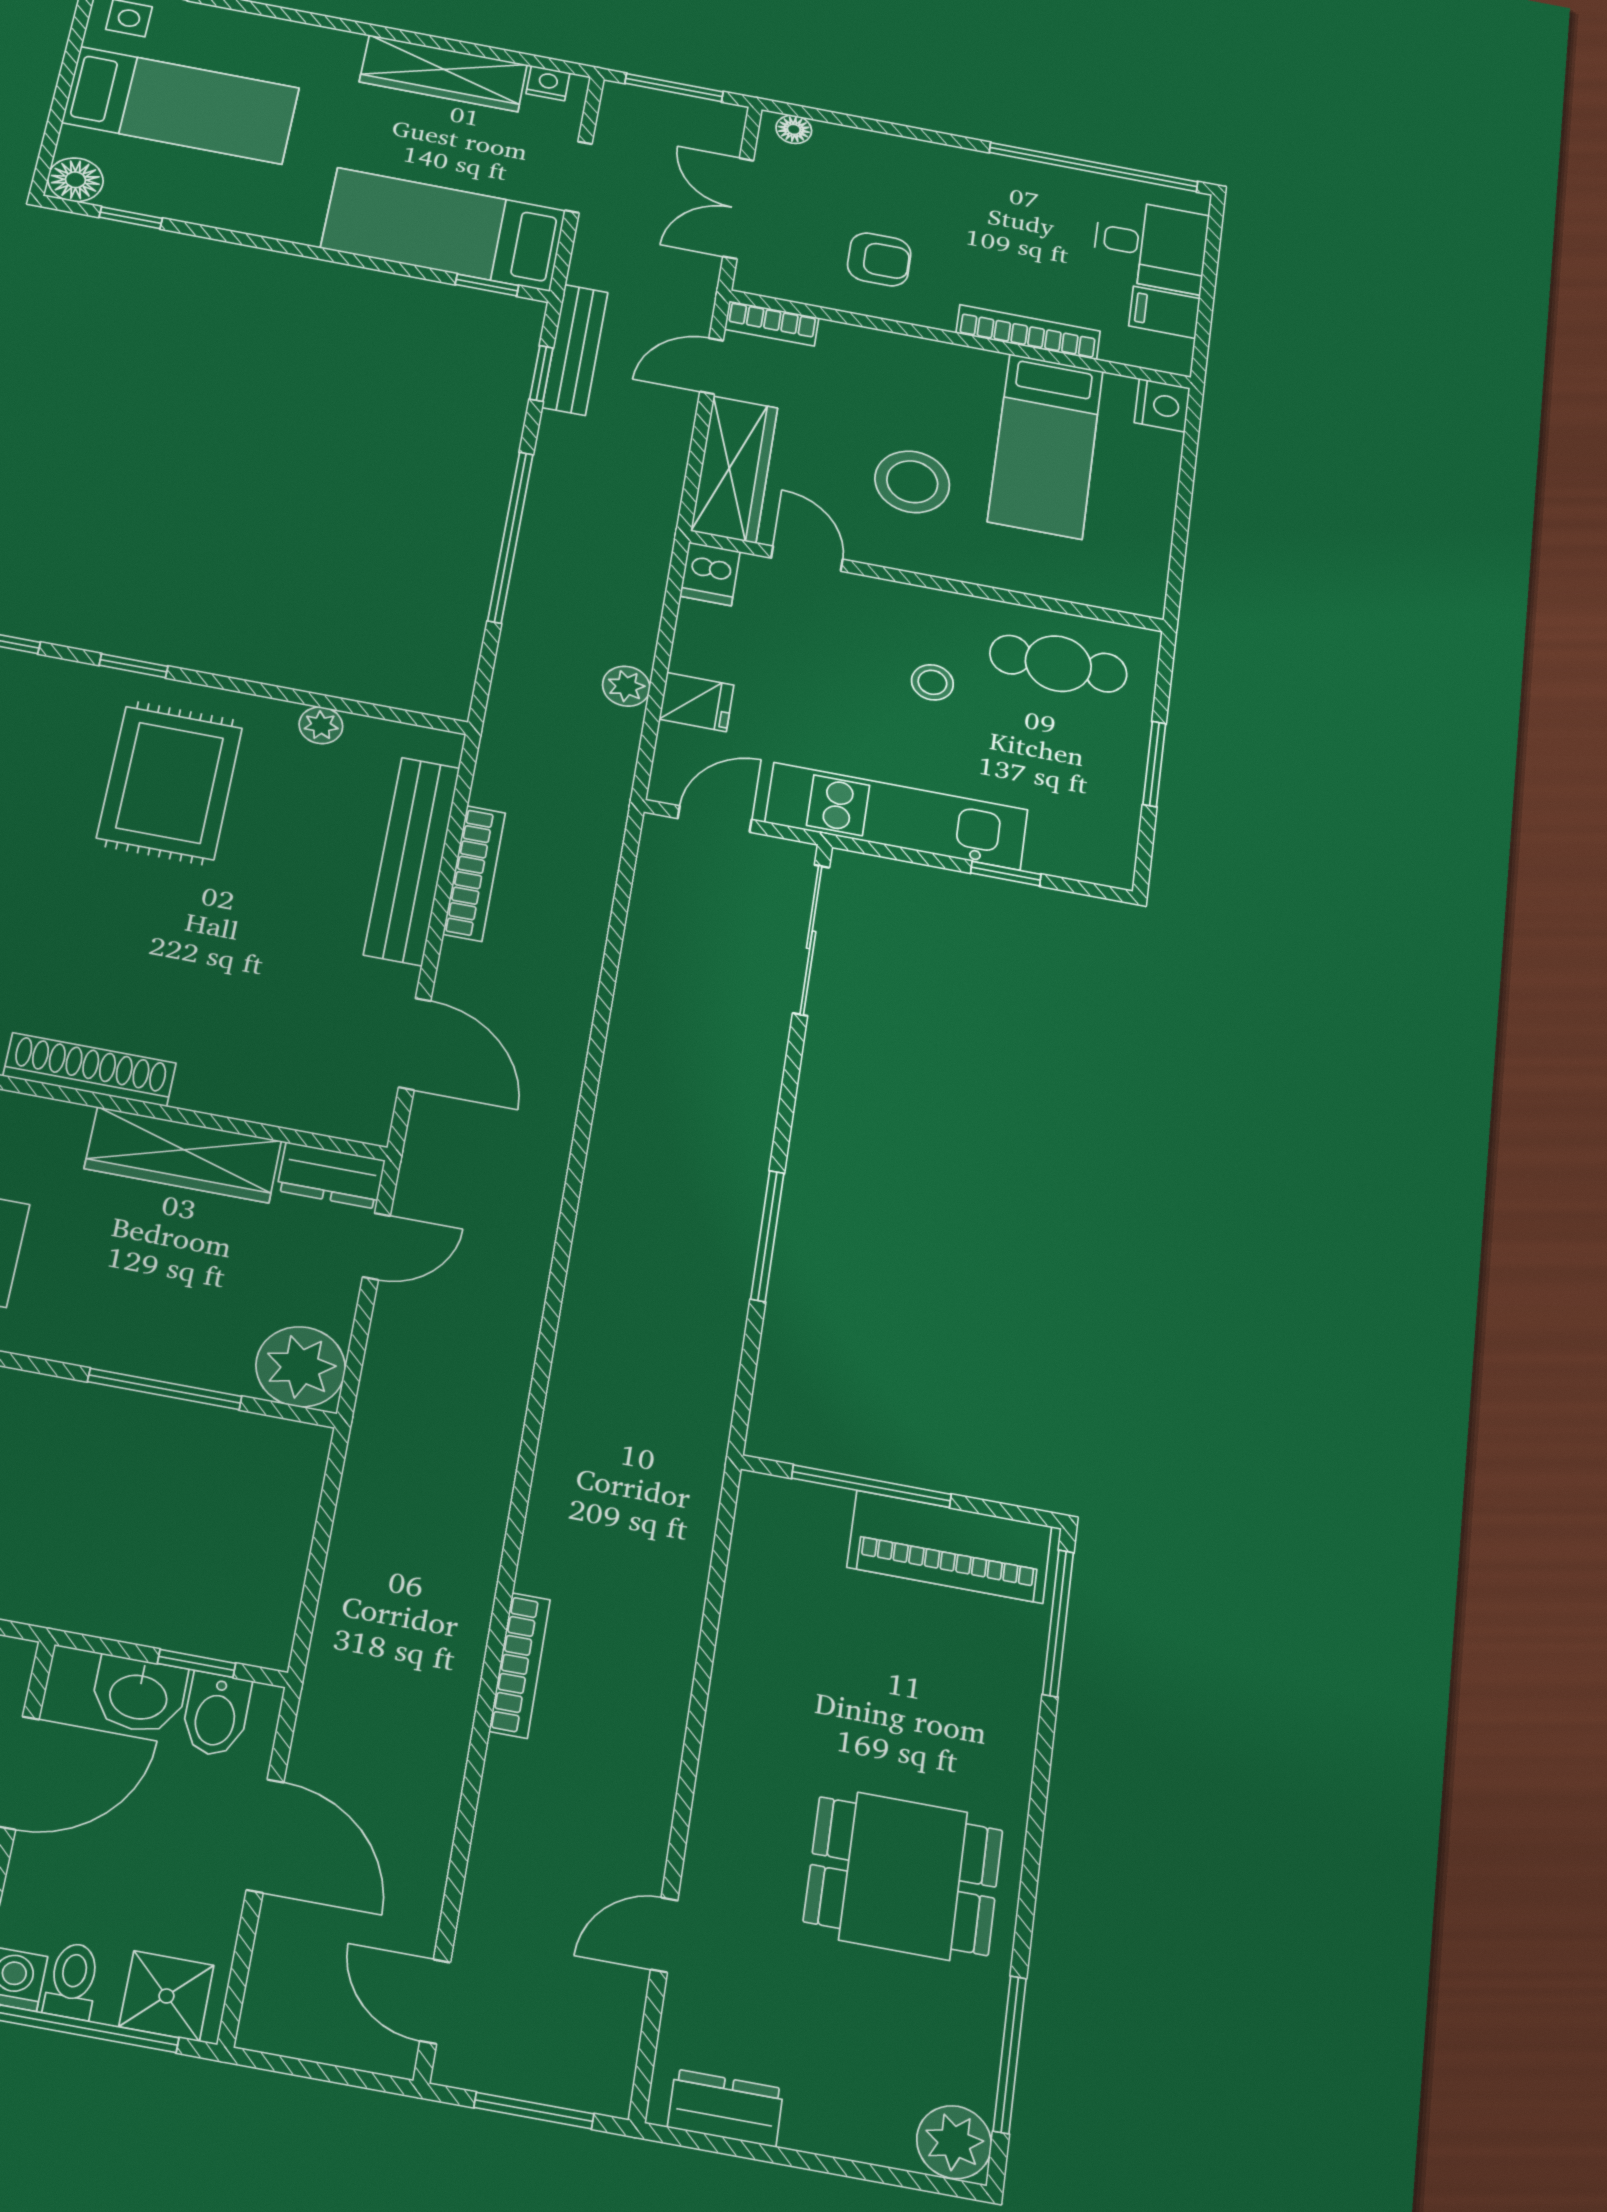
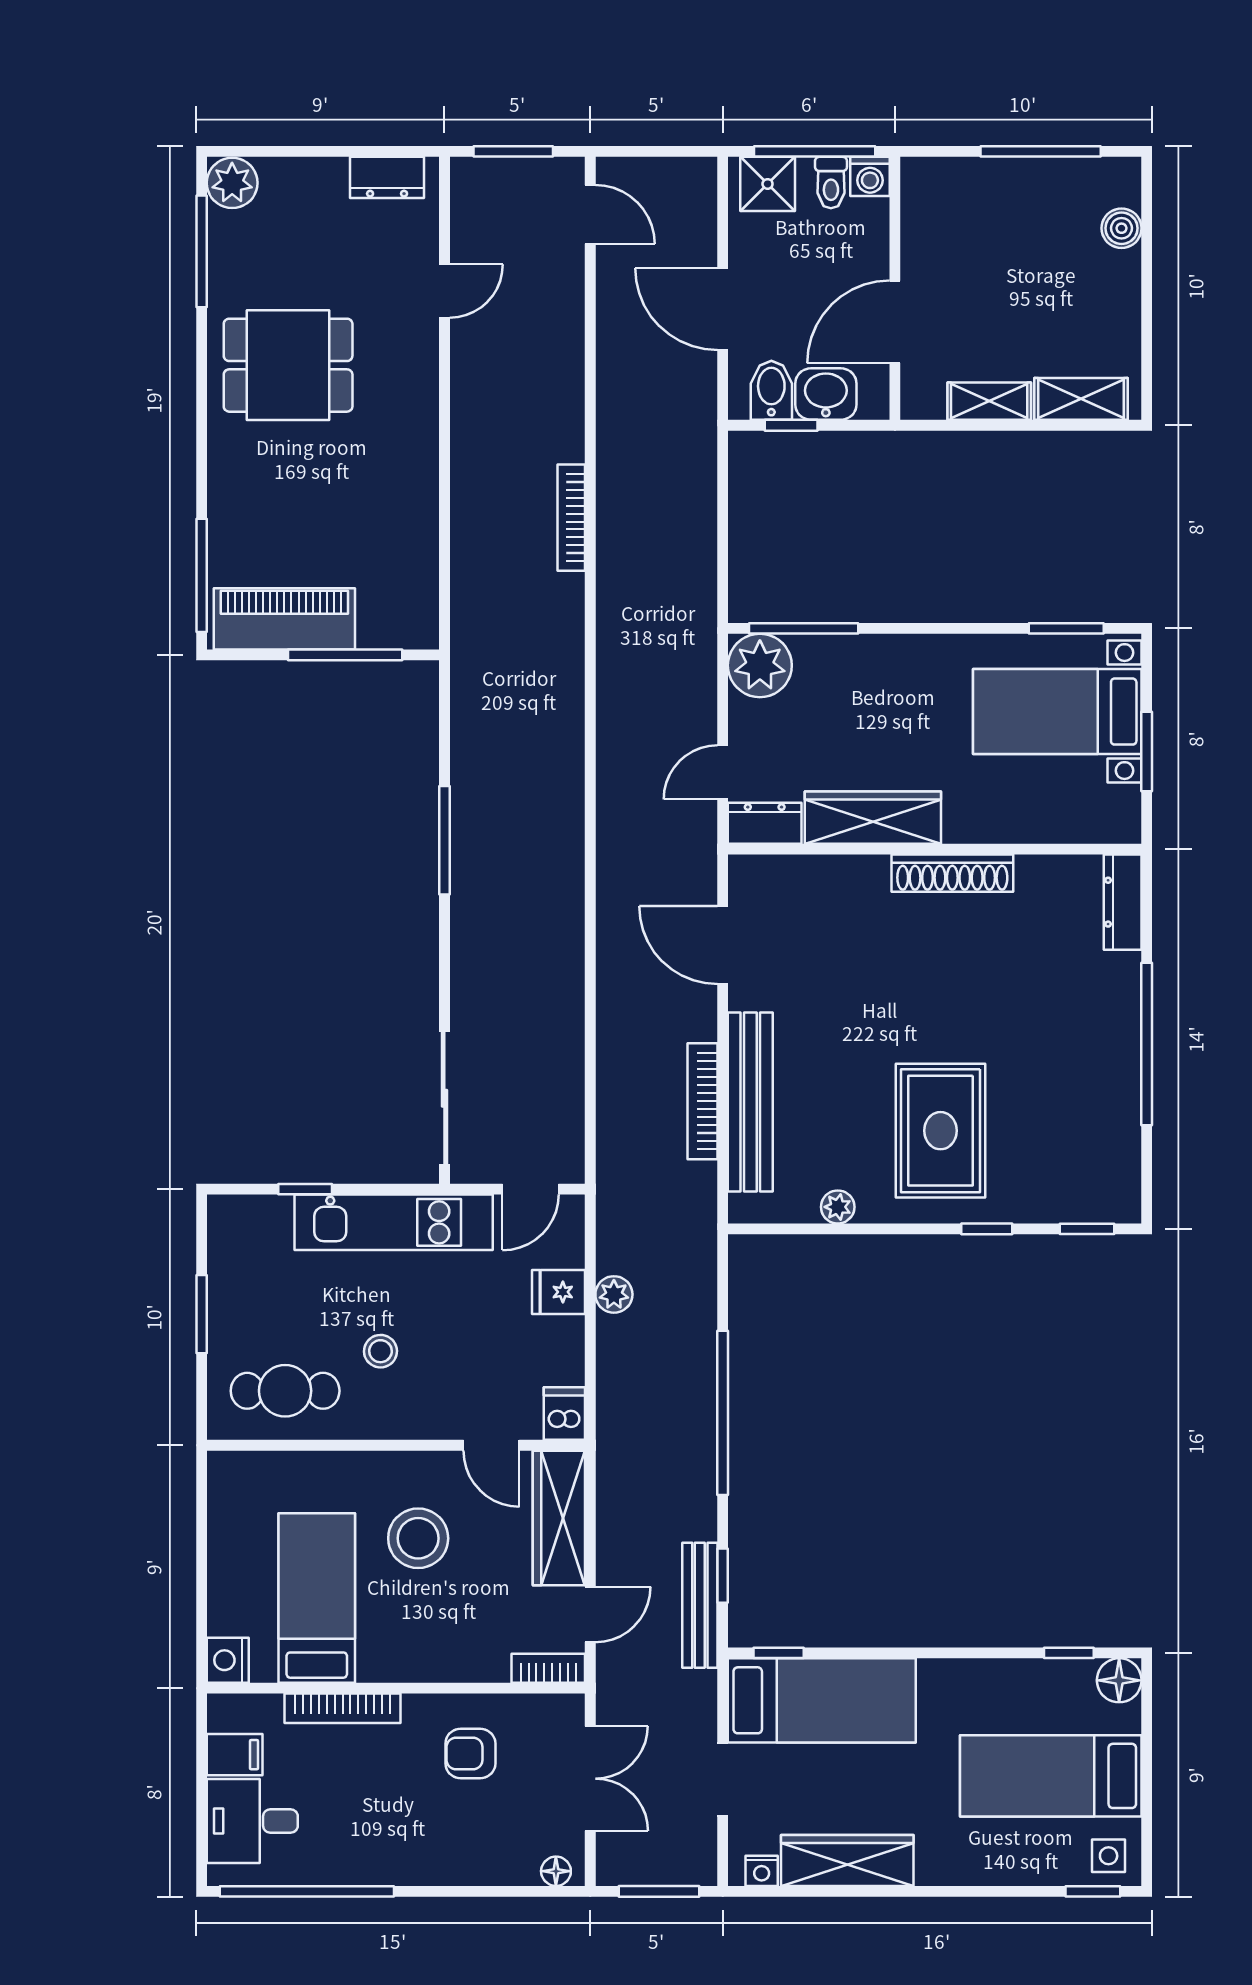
window: (165, 1389) -> (804, 628), moved
bookcase: (520, 1665) -> (571, 518), moved

